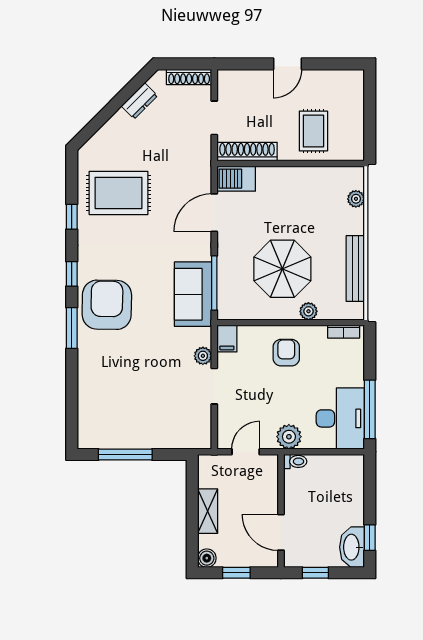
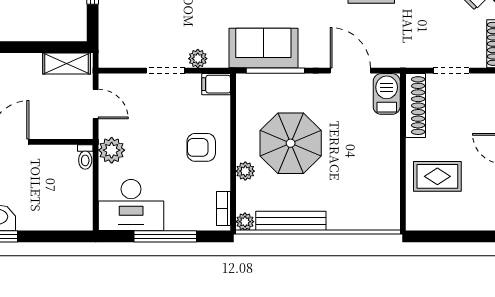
plant: (356, 199) -> (245, 222), moved
armchair: (286, 353) -> (201, 147), turned 180
window: (370, 409) -> (165, 236), moved
shelving: (208, 511) -> (67, 63), moved

